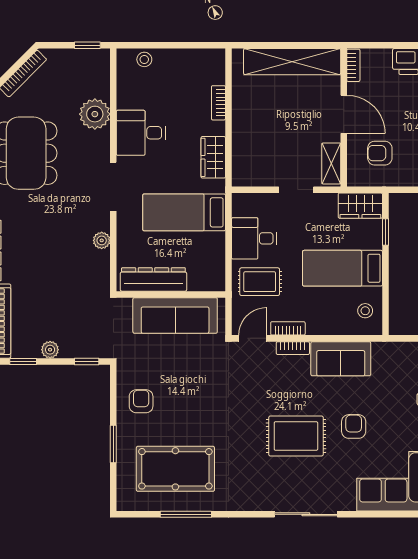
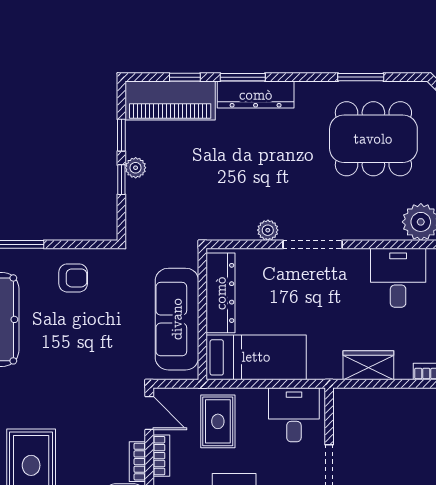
doorway: (113, 187) -> (313, 244), moved
bed: (184, 212) -> (256, 357), moved, turned 90
desk: (254, 238) -> (294, 415), moved
window: (87, 361) -> (121, 180), moved

